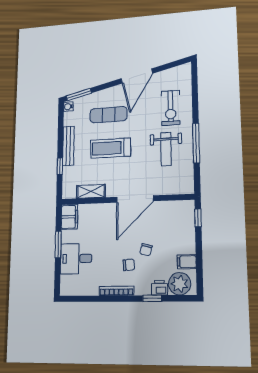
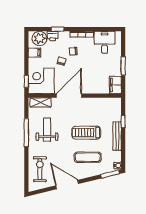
door: (137, 76) -> (67, 185), hinge flipped
exercise bike: (171, 108) -> (40, 169), moved
treadmill: (110, 148) -> (86, 133), turned 180
shelving: (91, 191) -> (41, 102), moved
corner desk: (176, 219) -> (41, 81), added
desk: (76, 259) -> (105, 42), moved, turned -90

